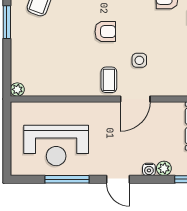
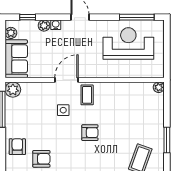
armchair: (105, 32) -> (90, 133), turned 180
window: (67, 179) -> (137, 17), moved

